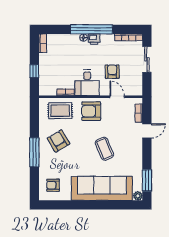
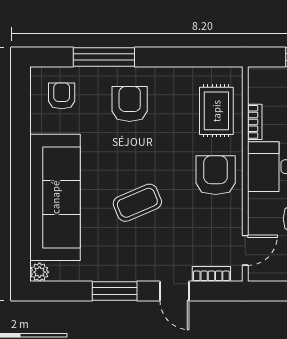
door: (117, 97) -> (245, 250), moved
armchair: (59, 141) -> (130, 104), moved, turned -59
window: (34, 152) -> (104, 57), moved
window: (147, 180) -> (115, 291), moved

